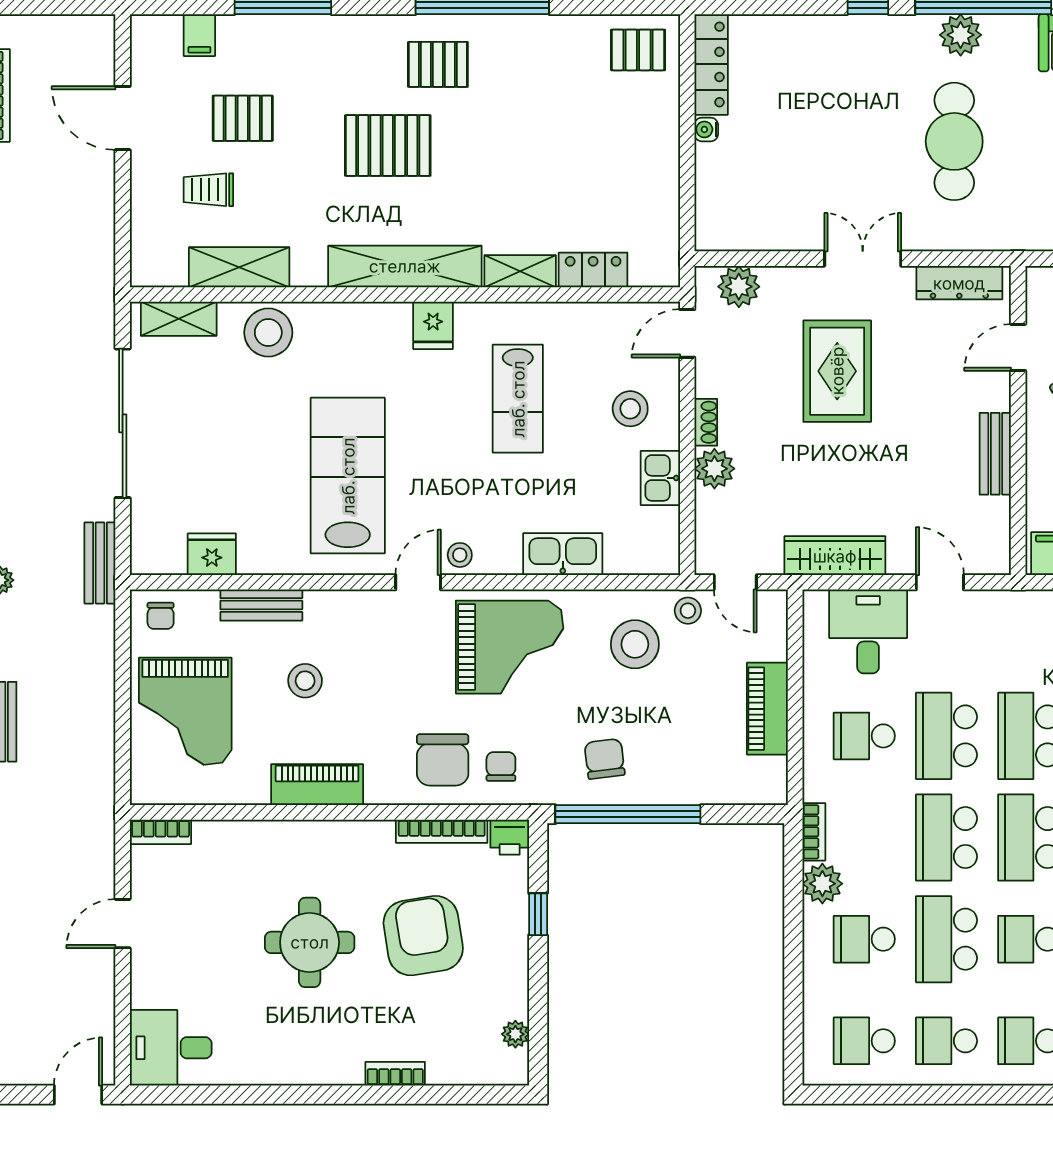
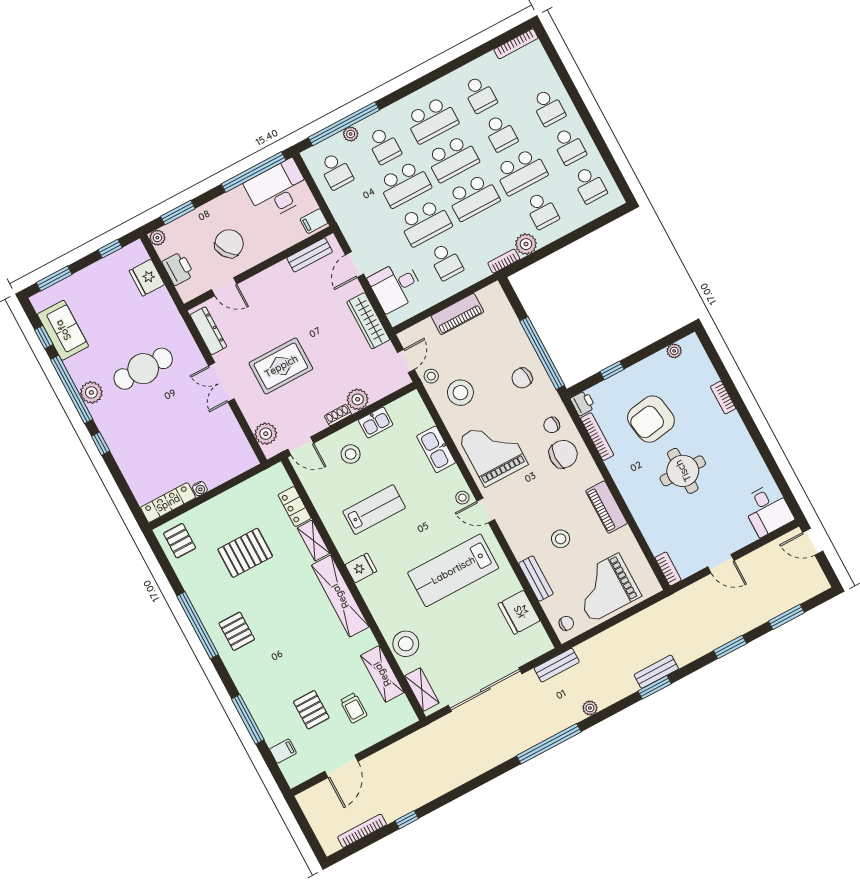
pallet: (388, 146) -> (245, 553), moved, turned 90
bench: (995, 454) -> (310, 255), moved
fridge: (212, 554) -> (519, 612), width x1.36, depth x1.34
grand piano: (185, 711) -> (605, 588), turned 180

